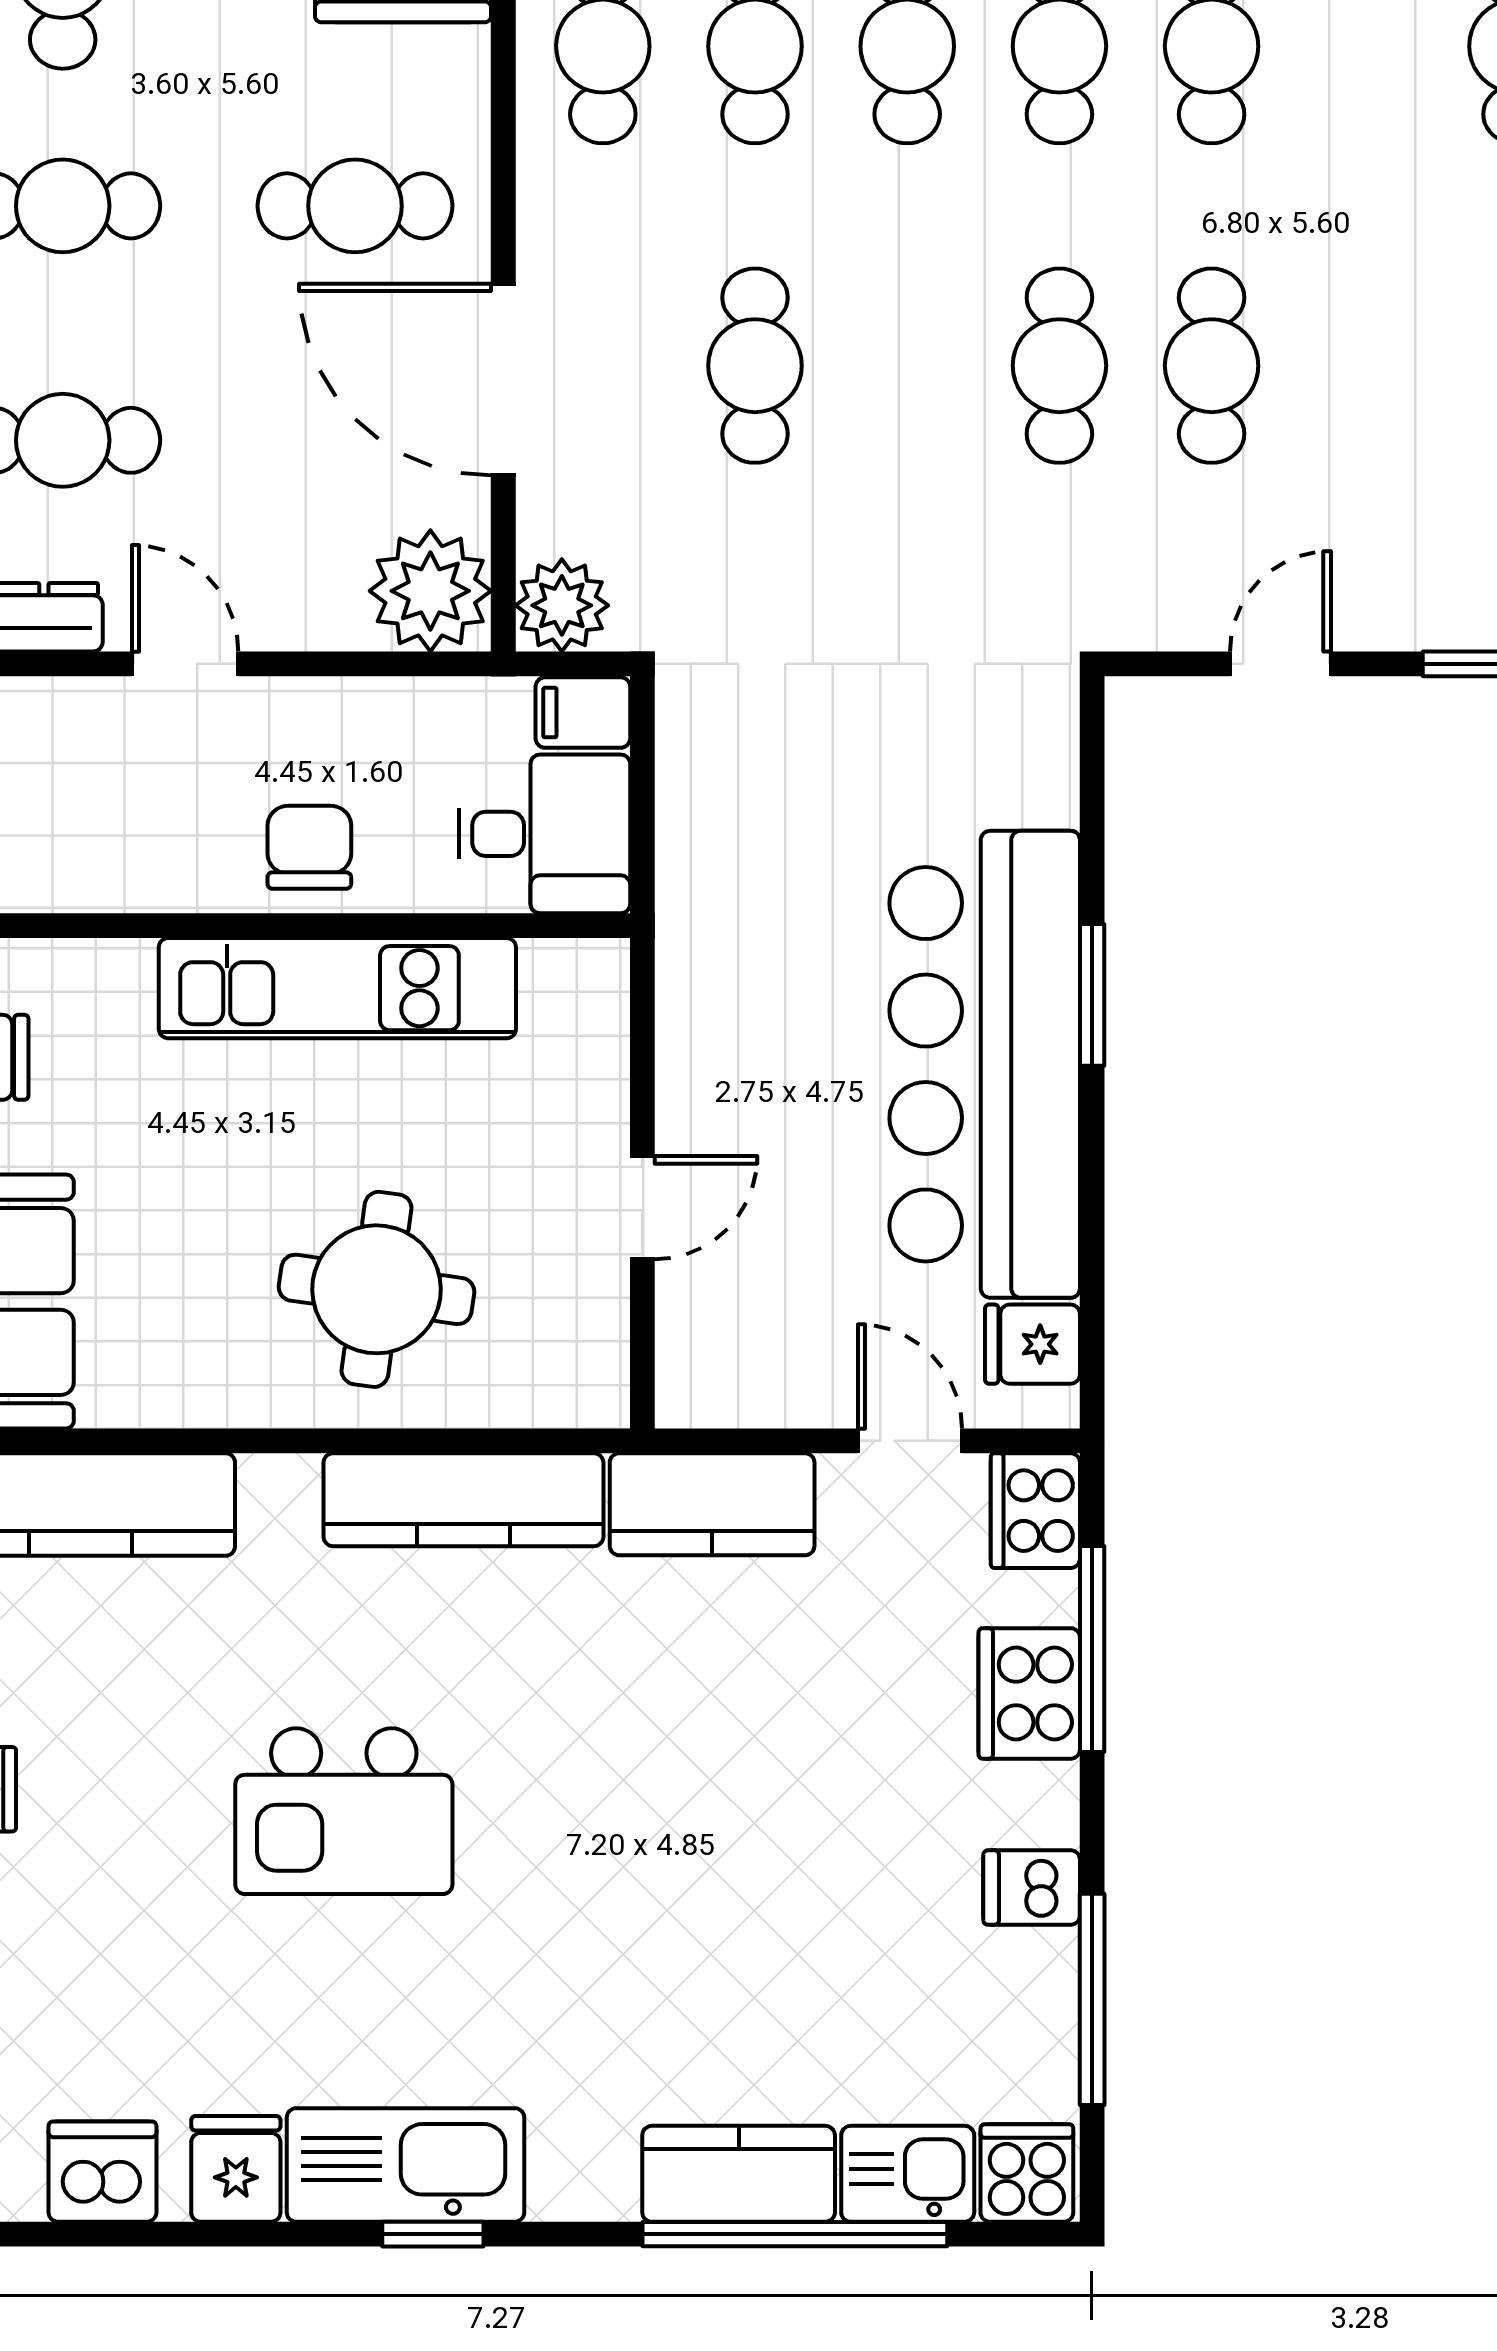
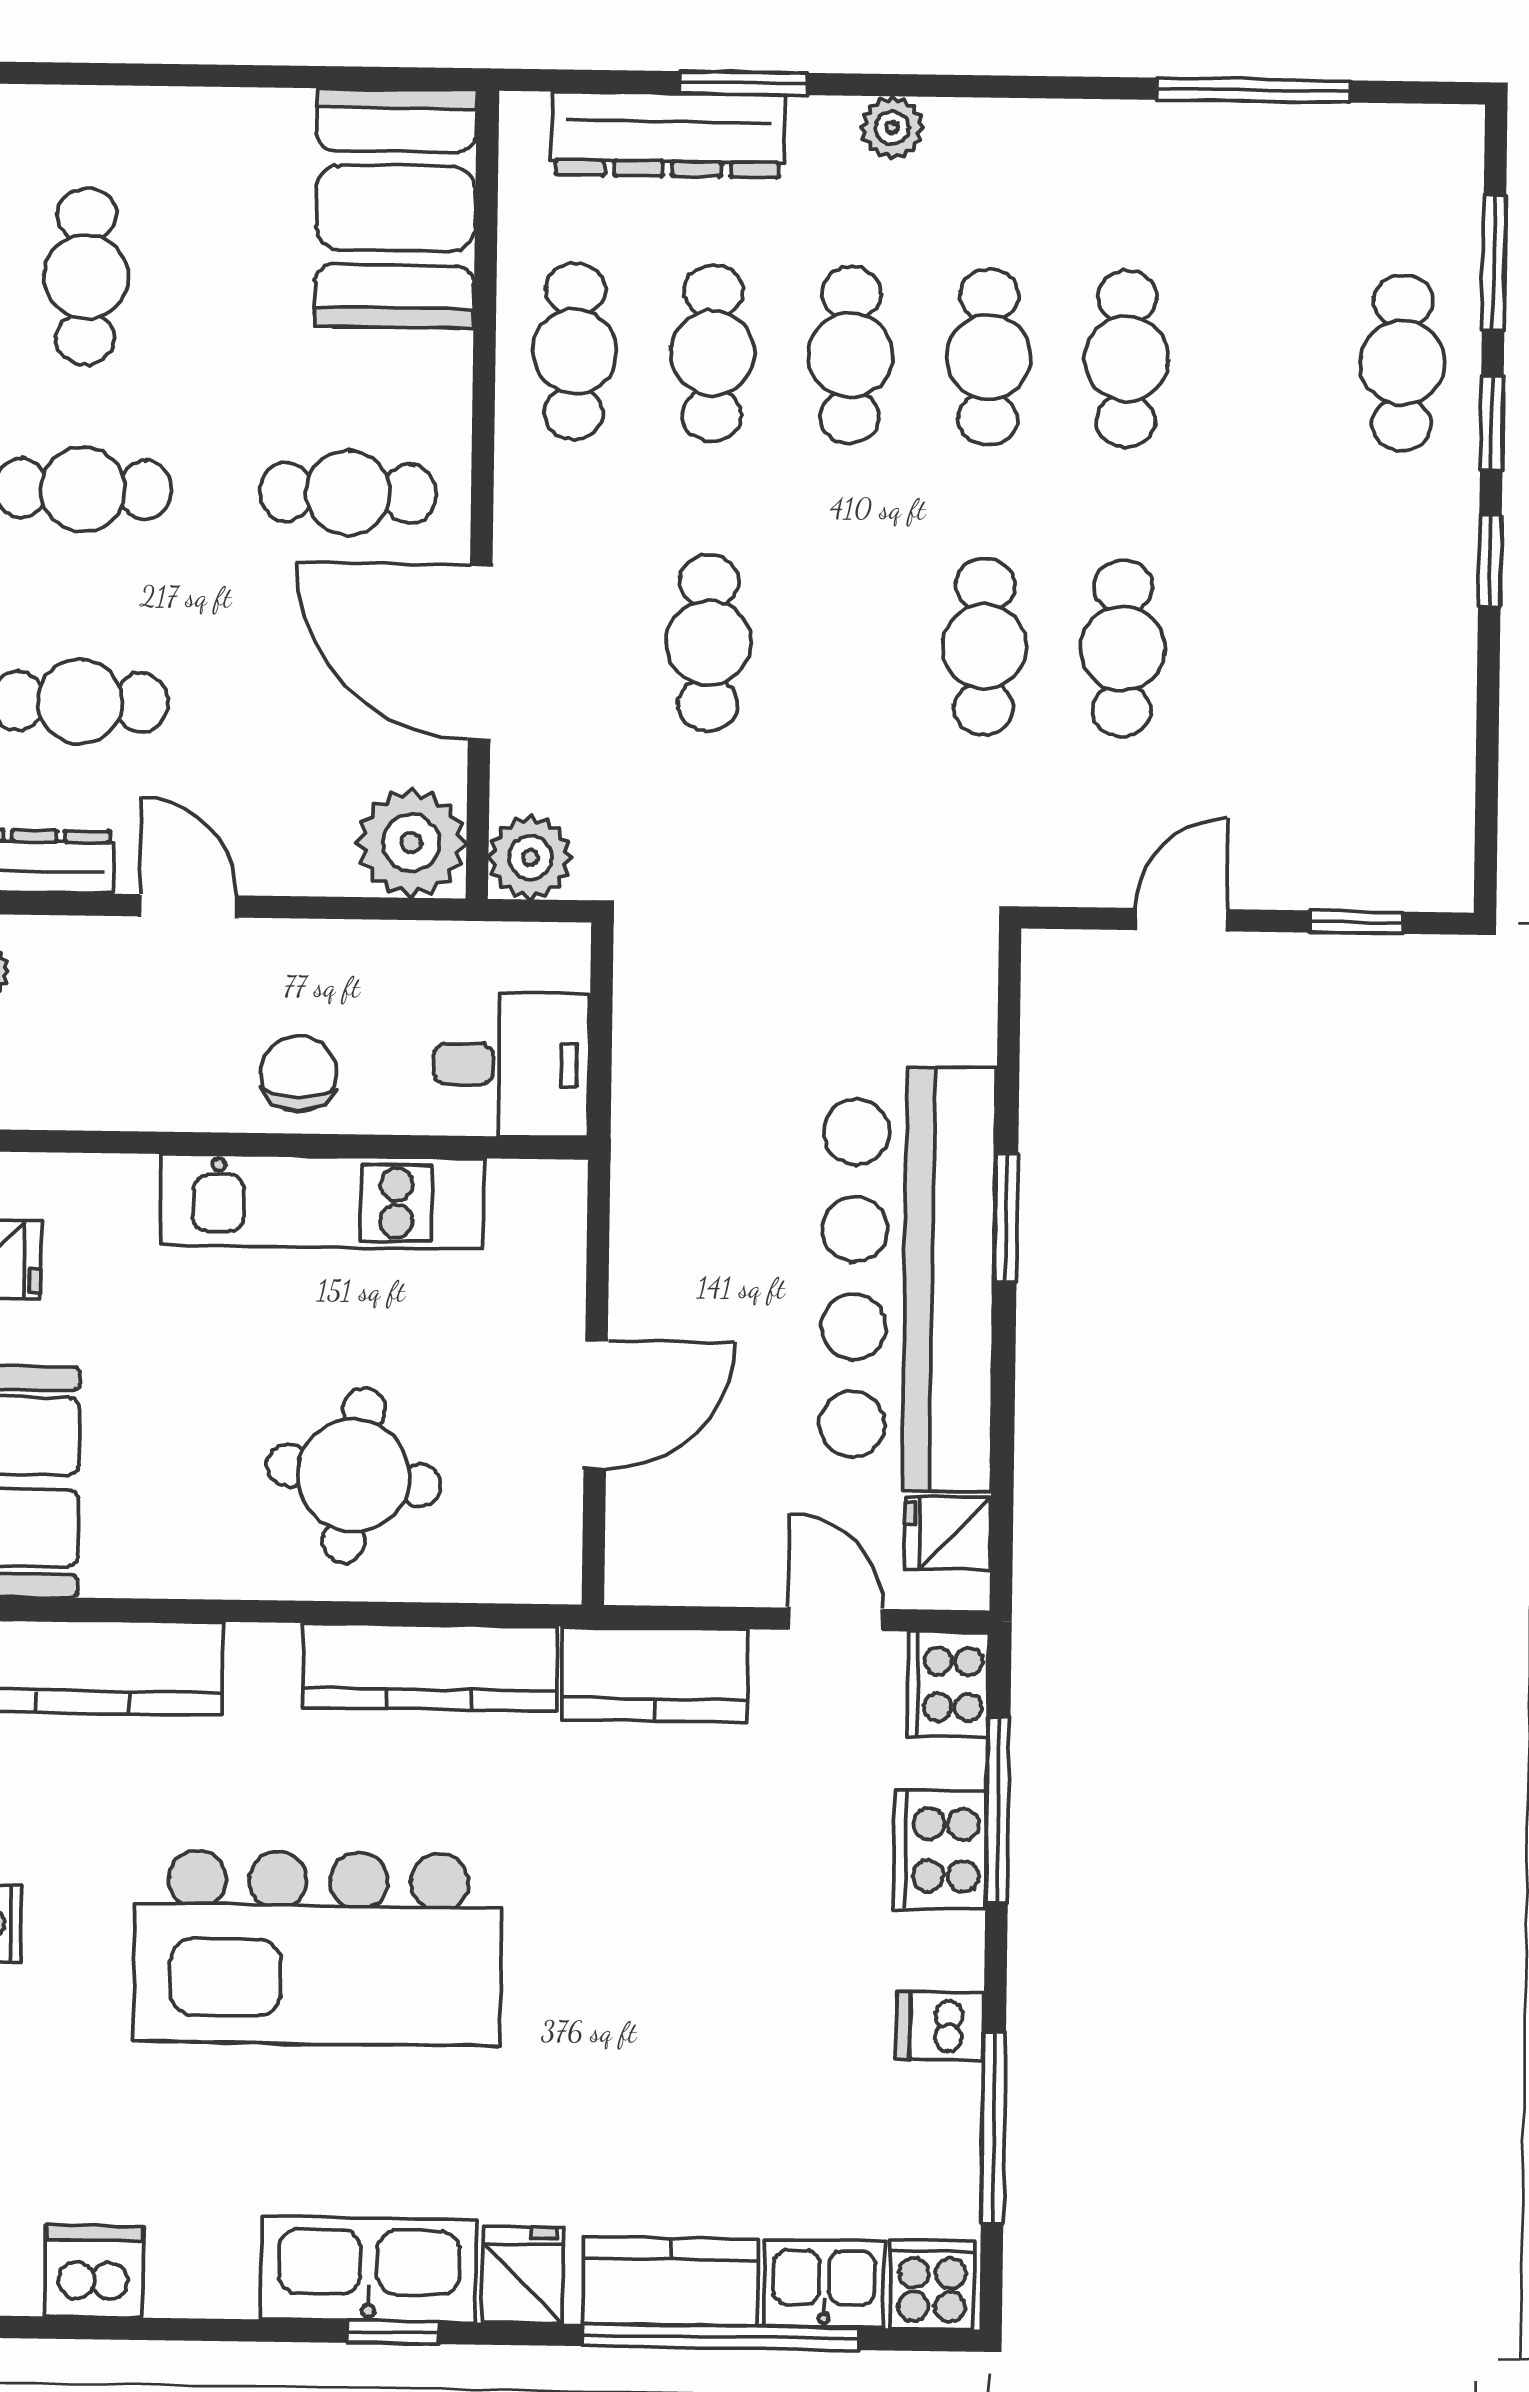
filing cabinet: (583, 713) -> (548, 955), removed
door: (642, 1208) -> (596, 1405), width x1.38
kitchen island: (344, 1811) -> (317, 1948), width x1.87, depth x1.28
fridge: (236, 2169) -> (523, 2275), moved

